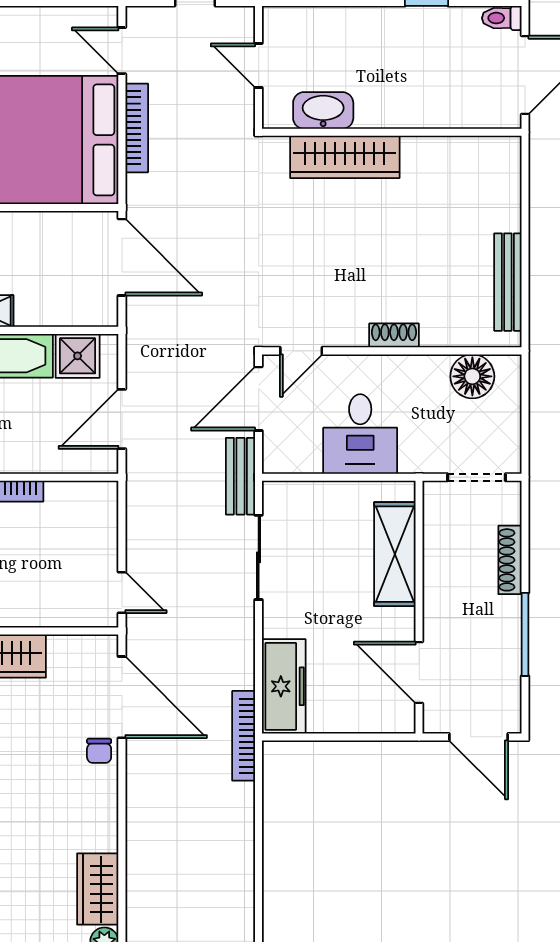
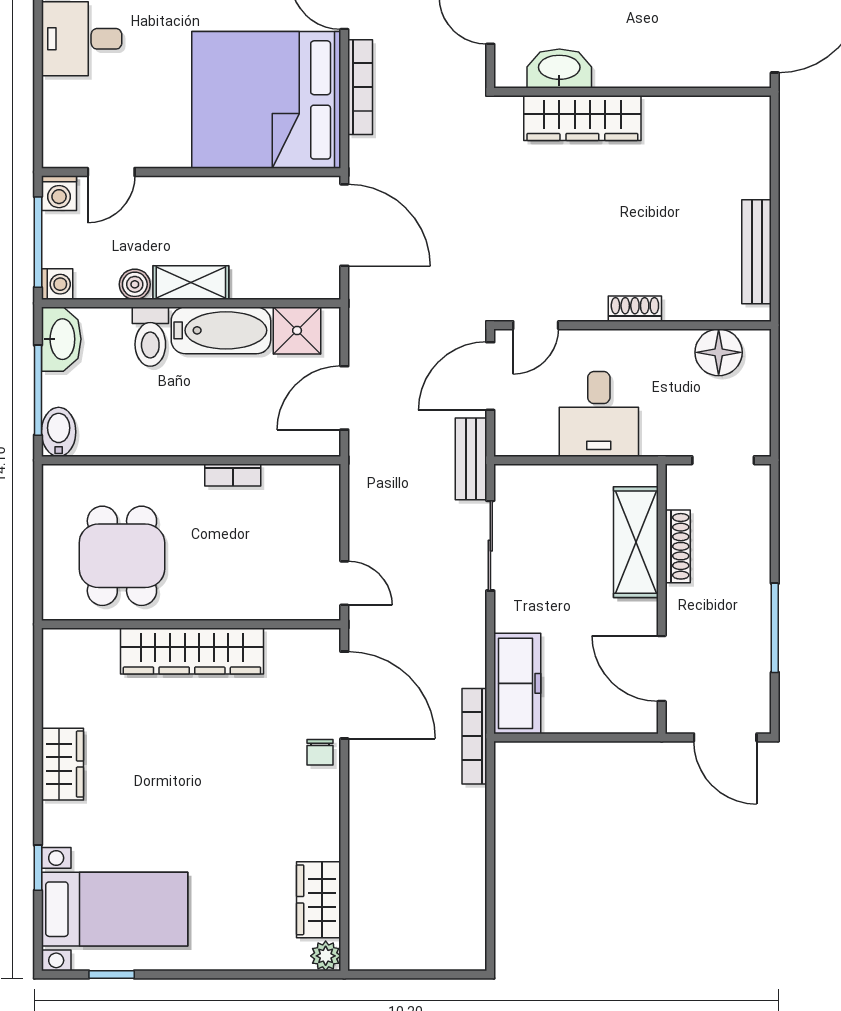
shoe rack: (510, 560) -> (678, 546), moved, turned 180

